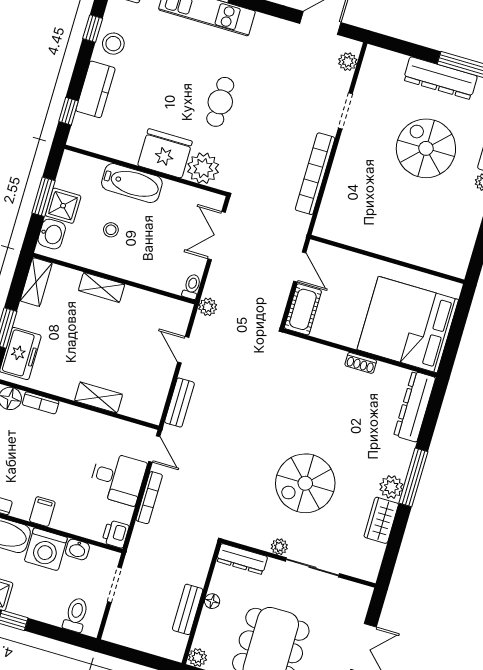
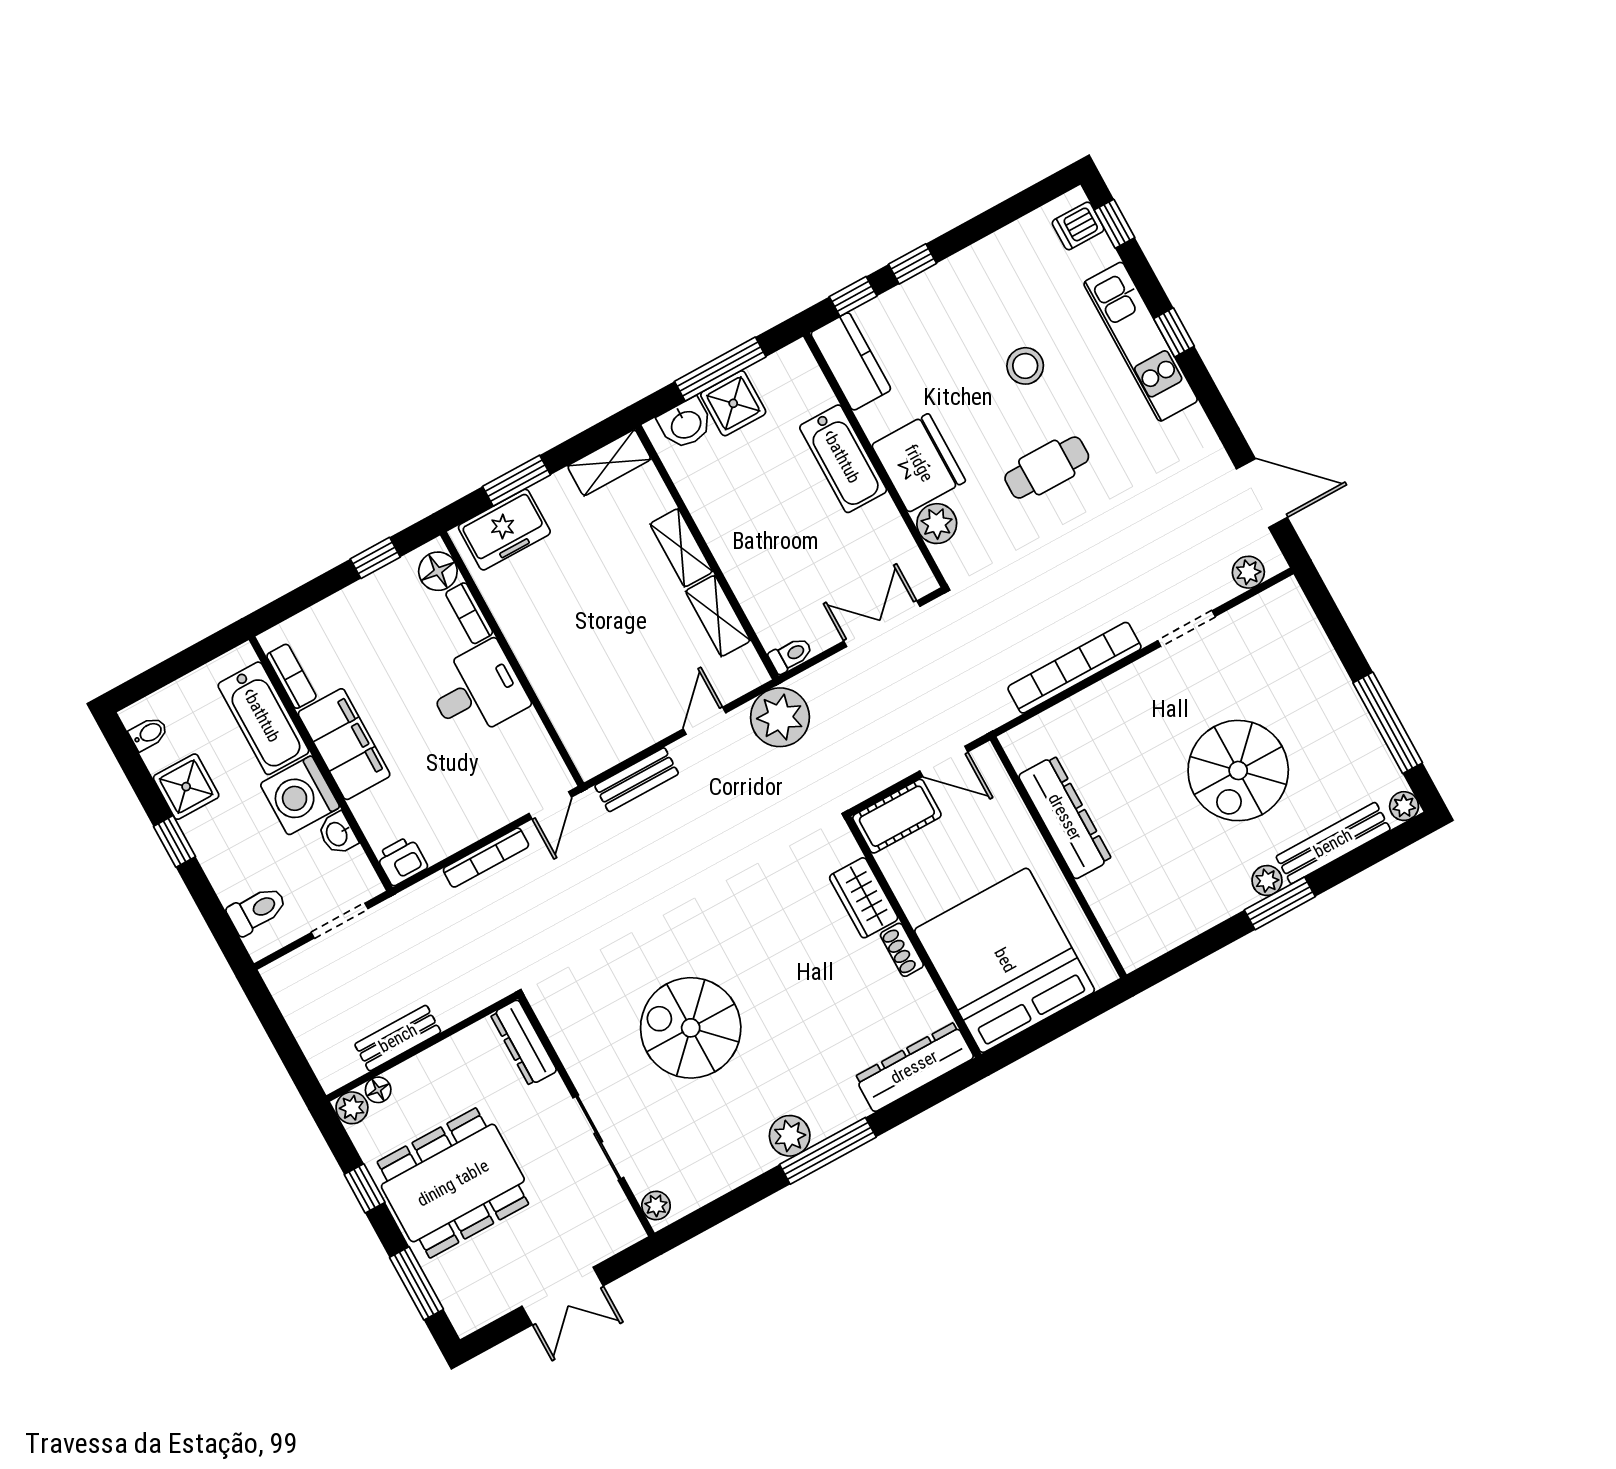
window: (93, 28) -> (912, 264), moved
stool: (113, 44) -> (1025, 366), moved
dresser: (440, 78) -> (1065, 817), moved, turned 180
kitchen counter: (95, 89) -> (851, 361), moved, turned -90
spiral stairs: (426, 148) -> (1238, 771), turned 180
plant: (203, 168) -> (937, 524), width x0.73, depth x0.73
window: (43, 197) -> (720, 369), width x1.44
stool: (111, 230) -> (762, 490), removed
door: (300, 267) -> (944, 761), hinge flipped
plant: (208, 307) -> (780, 717), width x1.88, depth x1.88
shelving: (99, 397) -> (718, 616), moved
desk: (118, 478) -> (477, 691), moved, turned -90
filing cabinet: (42, 512) -> (344, 744), width x3.00, depth x1.17
wardrobe: (381, 520) -> (864, 898), moved, turned -90
plant: (279, 547) -> (656, 1206), moved
floor lamp: (212, 601) -> (378, 1090), moved

